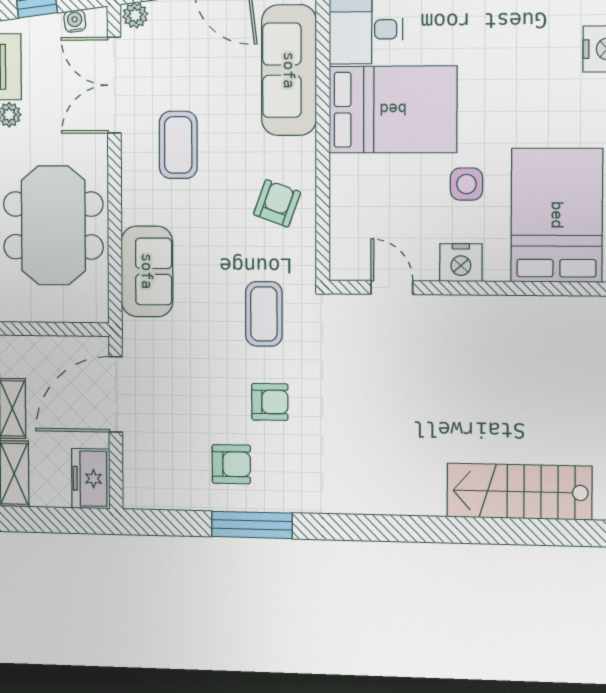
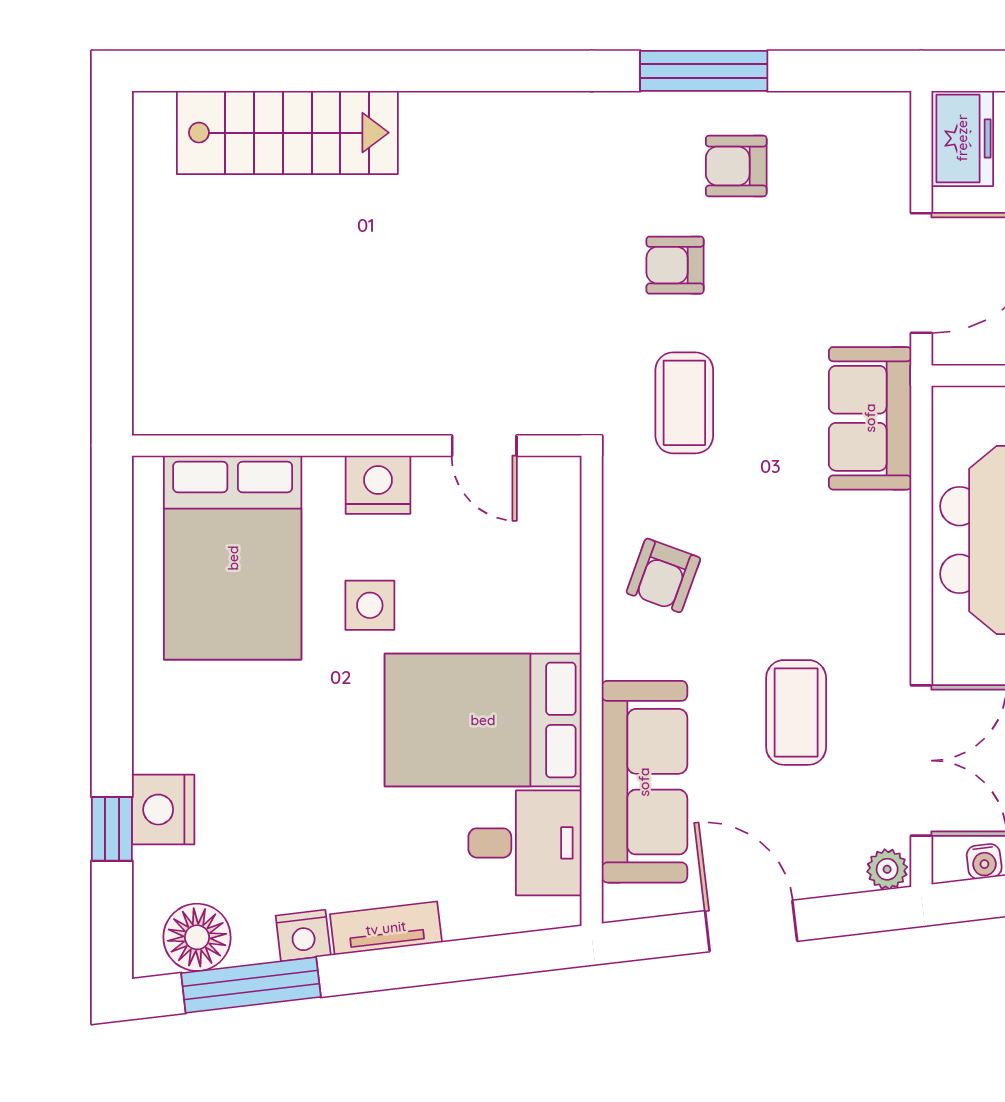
coffee table: (178, 145) -> (796, 712), moved
sofa: (147, 271) -> (870, 418), moved

